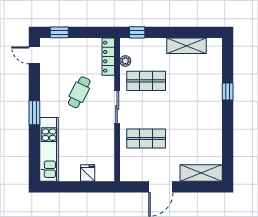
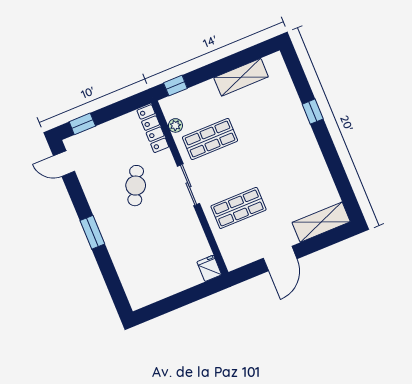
kitchen unit: (49, 149) -> (128, 269), removed
fridge: (88, 173) -> (209, 268), moved

